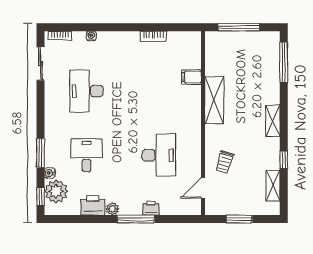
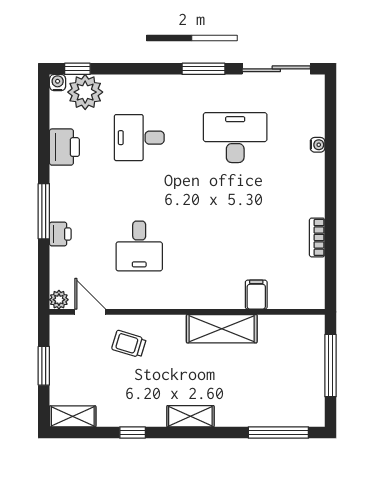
bookcase: (60, 36) -> (318, 98), removed
sliding door: (40, 64) -> (276, 69), width x1.37
window: (40, 153) -> (203, 69), moved
desk: (87, 155) -> (139, 138), turned 180
desk: (159, 155) -> (139, 246), width x0.73
water cooler: (50, 173) -> (58, 83), moved
shelving: (273, 185) -> (73, 416), moved
plant: (112, 209) -> (59, 300), moved

